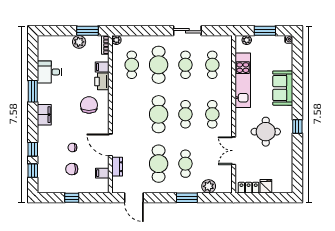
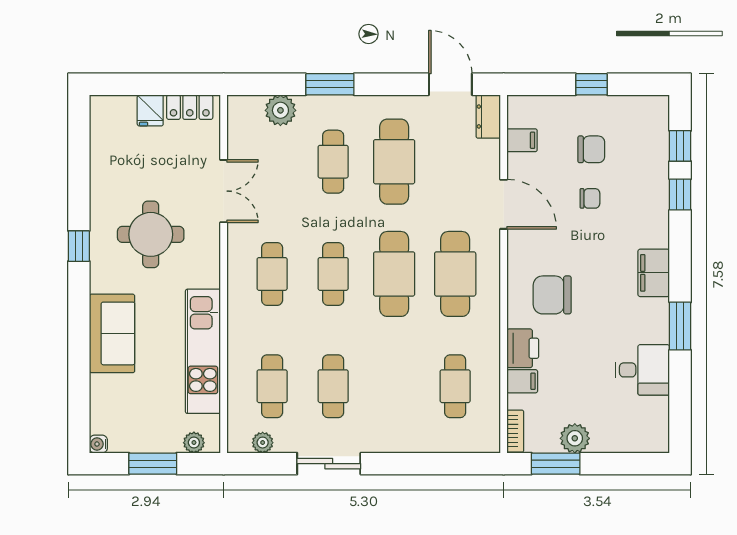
plant: (116, 40) -> (263, 443), moved
cafe table: (159, 65) -> (455, 274), moved
chair: (89, 105) -> (552, 295), turned 90
dresser: (117, 167) -> (488, 116), moved

